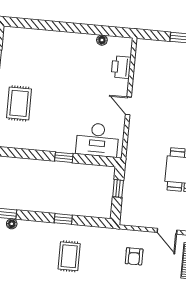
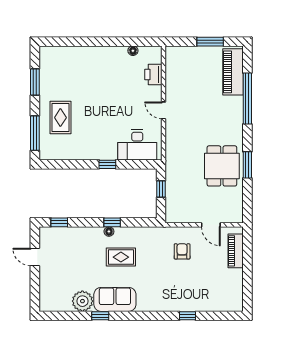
floor lamp: (12, 224) -> (109, 231), moved
rug: (69, 256) -> (121, 257), turned 90
armchair: (134, 256) -> (182, 251), turned 180

